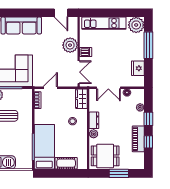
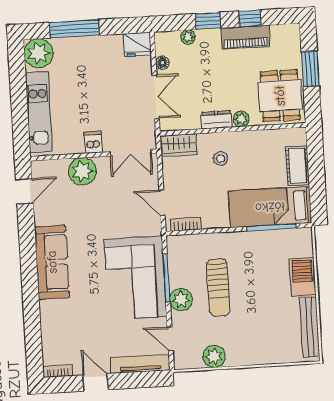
fridge: (138, 68) -> (137, 44), moved
double door: (79, 72) -> (131, 153), swing flipped

